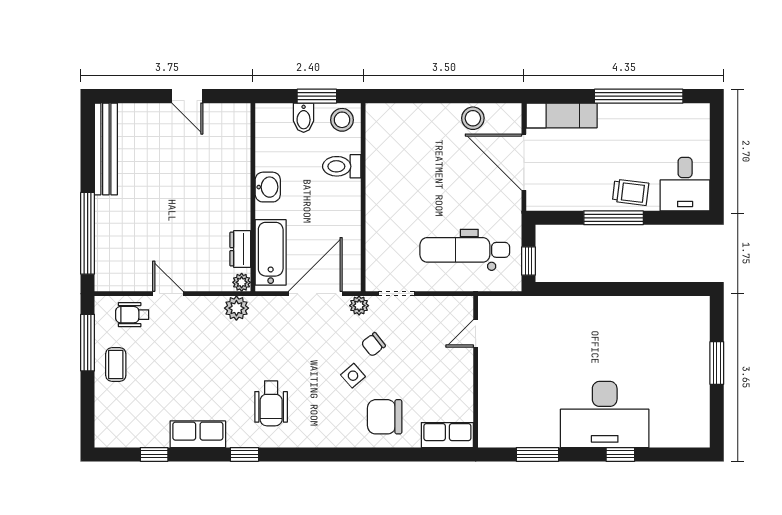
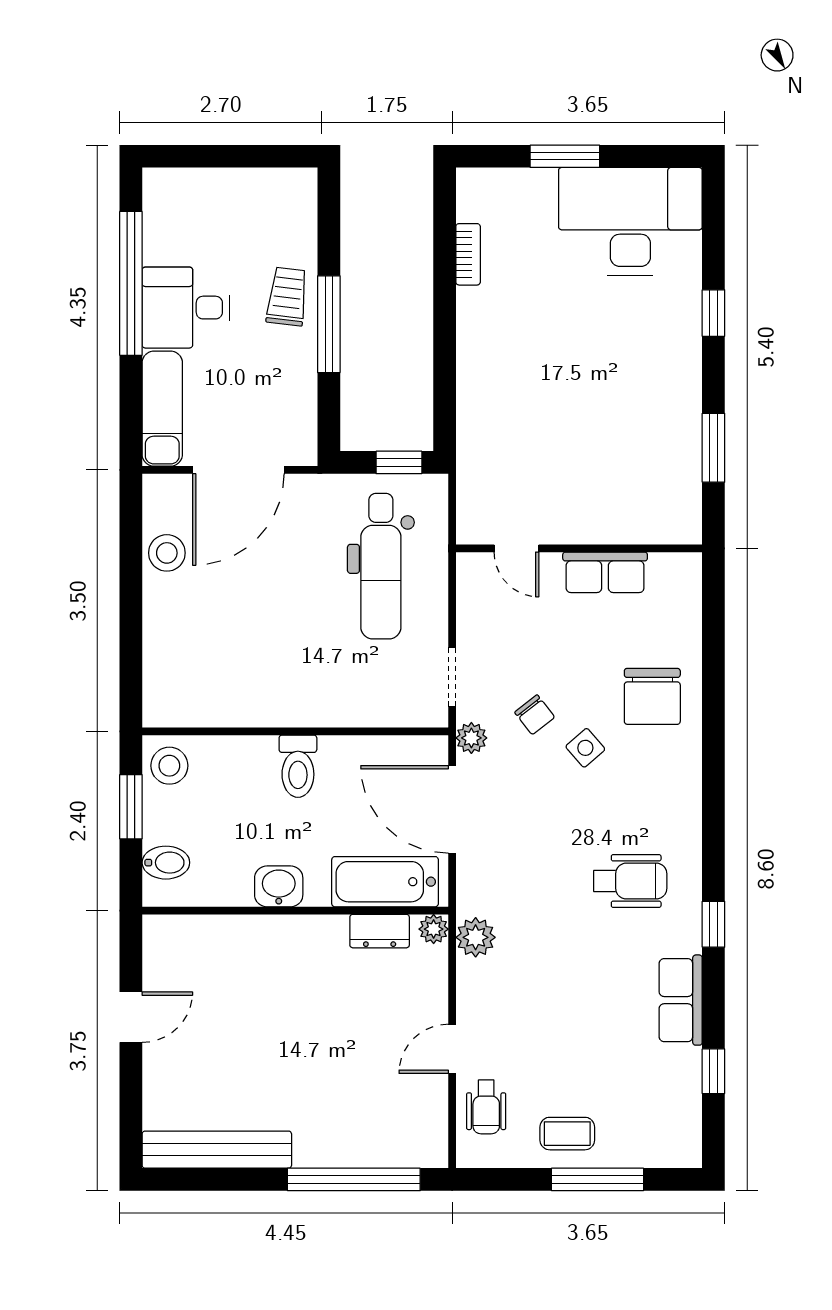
bidet: (304, 118) -> (166, 863), moved
toilet: (342, 166) -> (298, 766), moved
desk: (685, 184) -> (186, 308), moved, turned 180
bookcase: (657, 303) -> (468, 254), added
window: (88, 343) -> (598, 1179), moved
desk: (605, 414) -> (630, 221), moved, turned -90
row of seats: (447, 435) -> (605, 572), moved, turned -90

